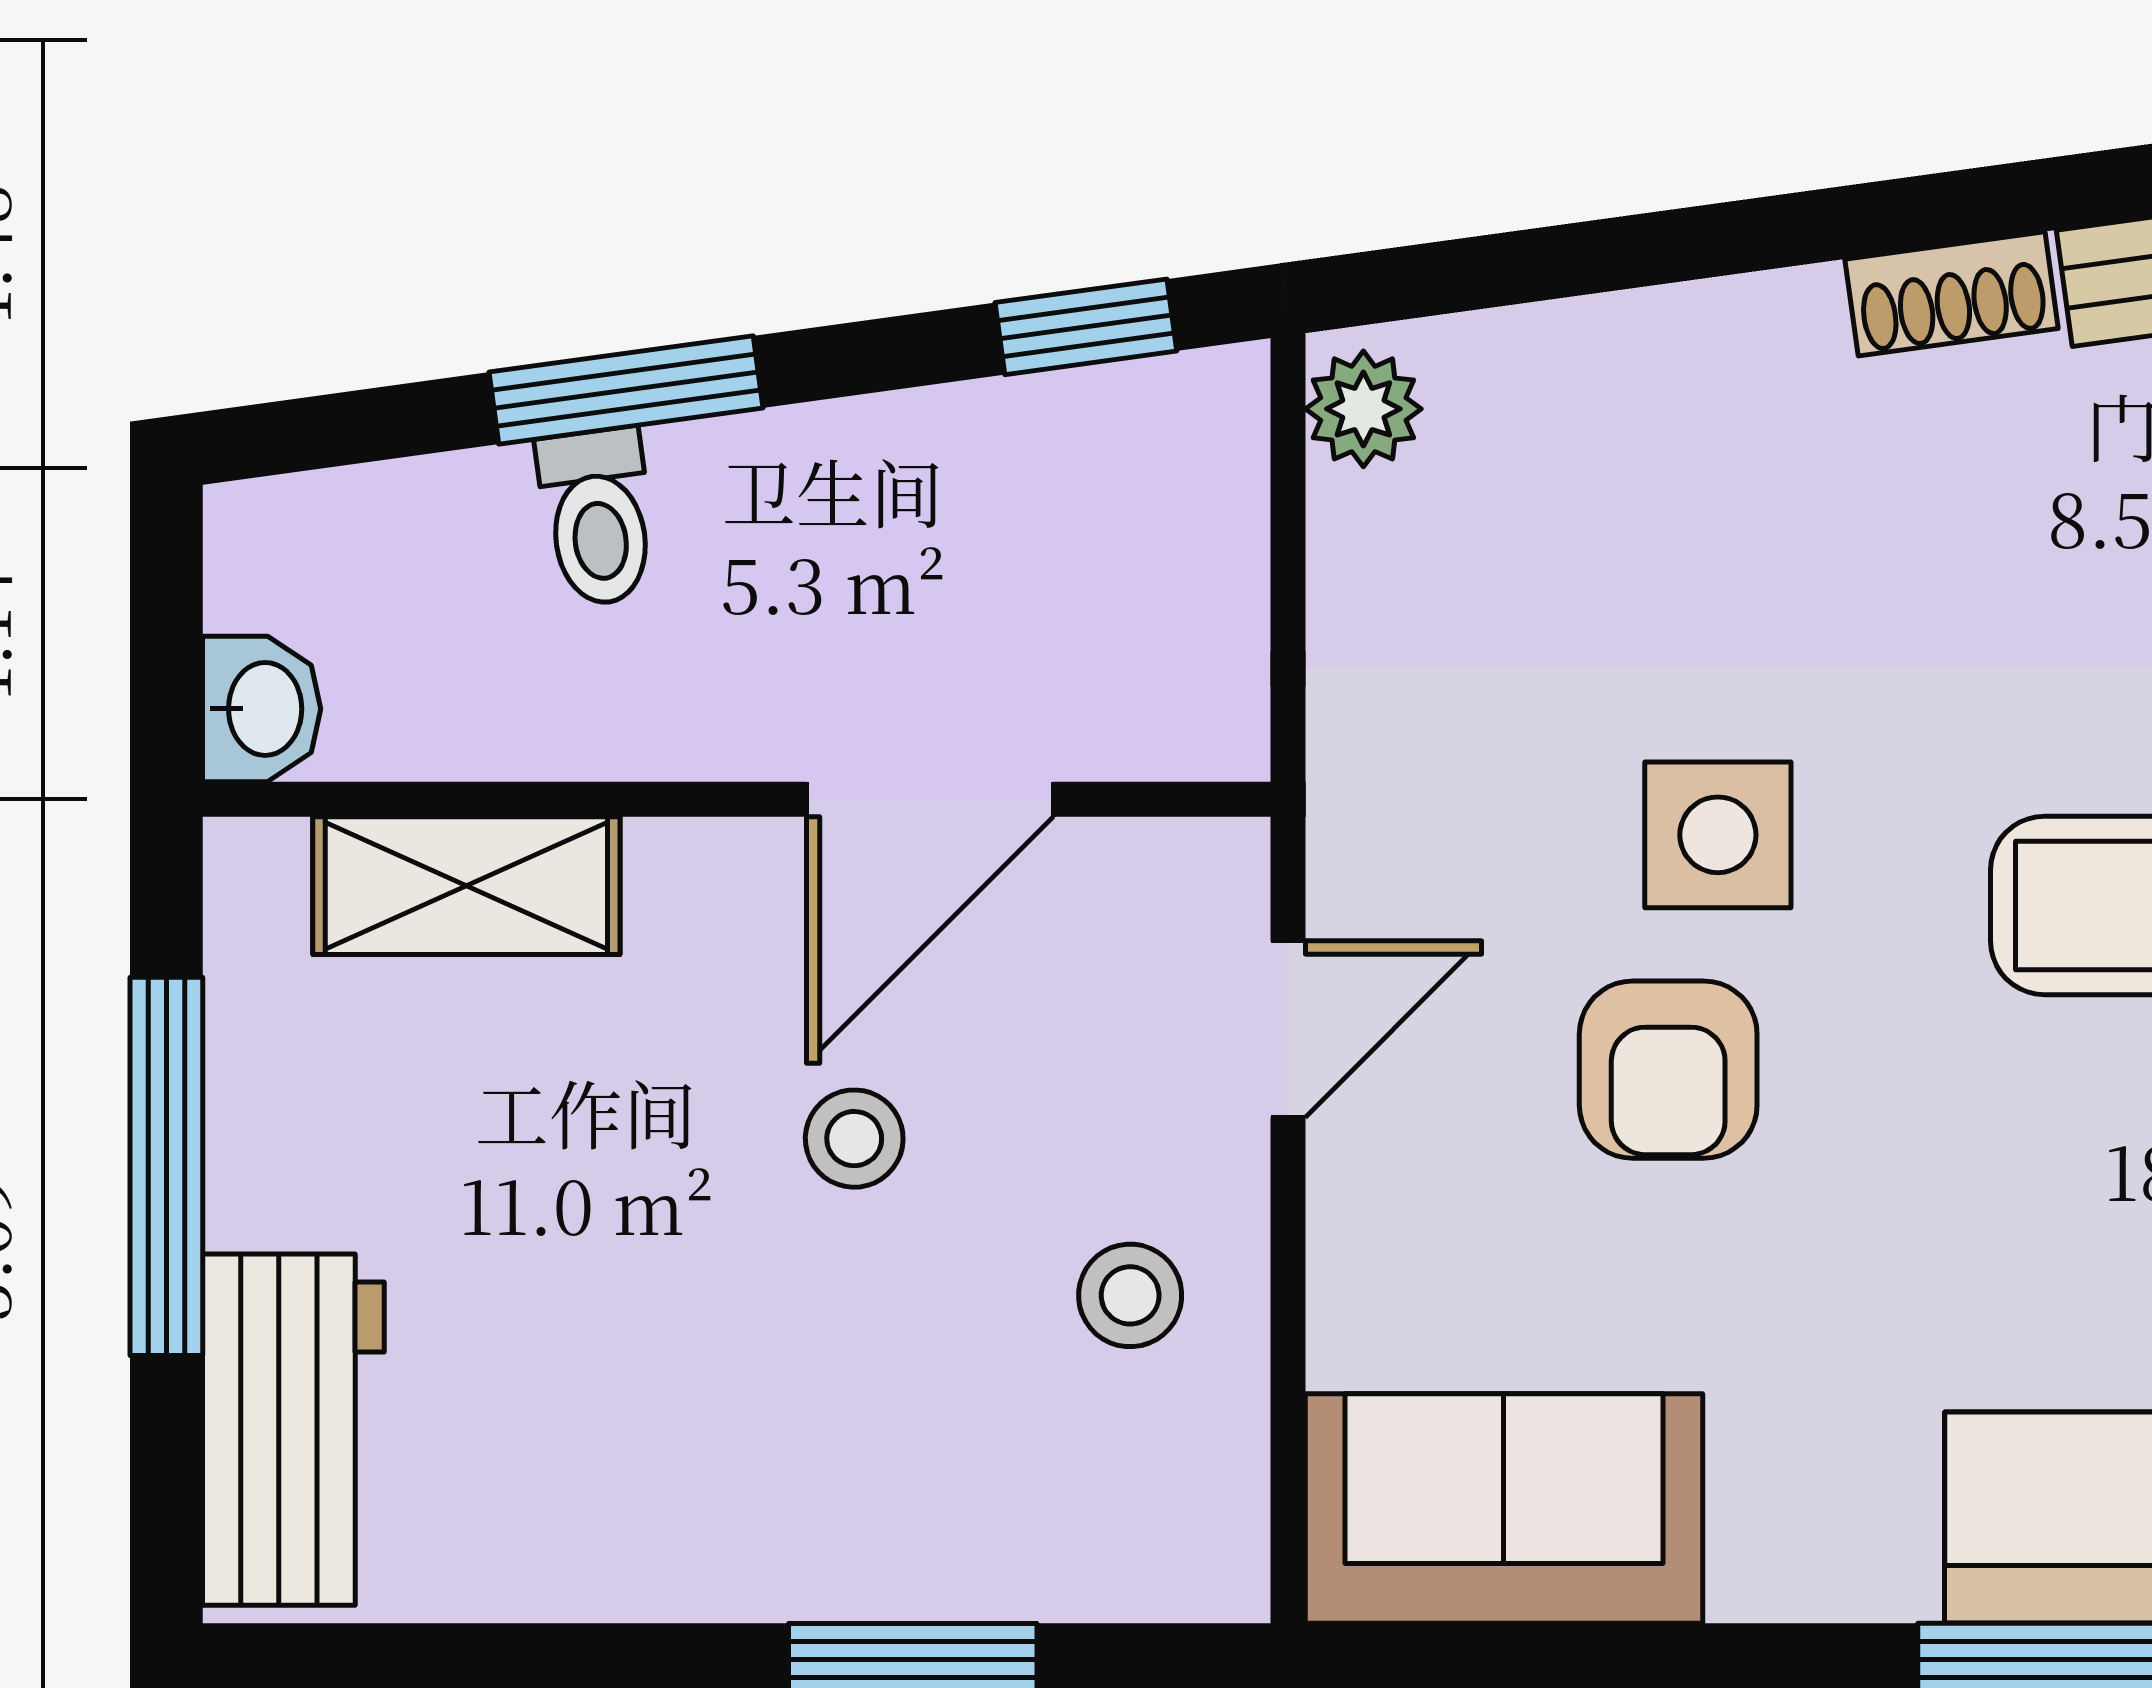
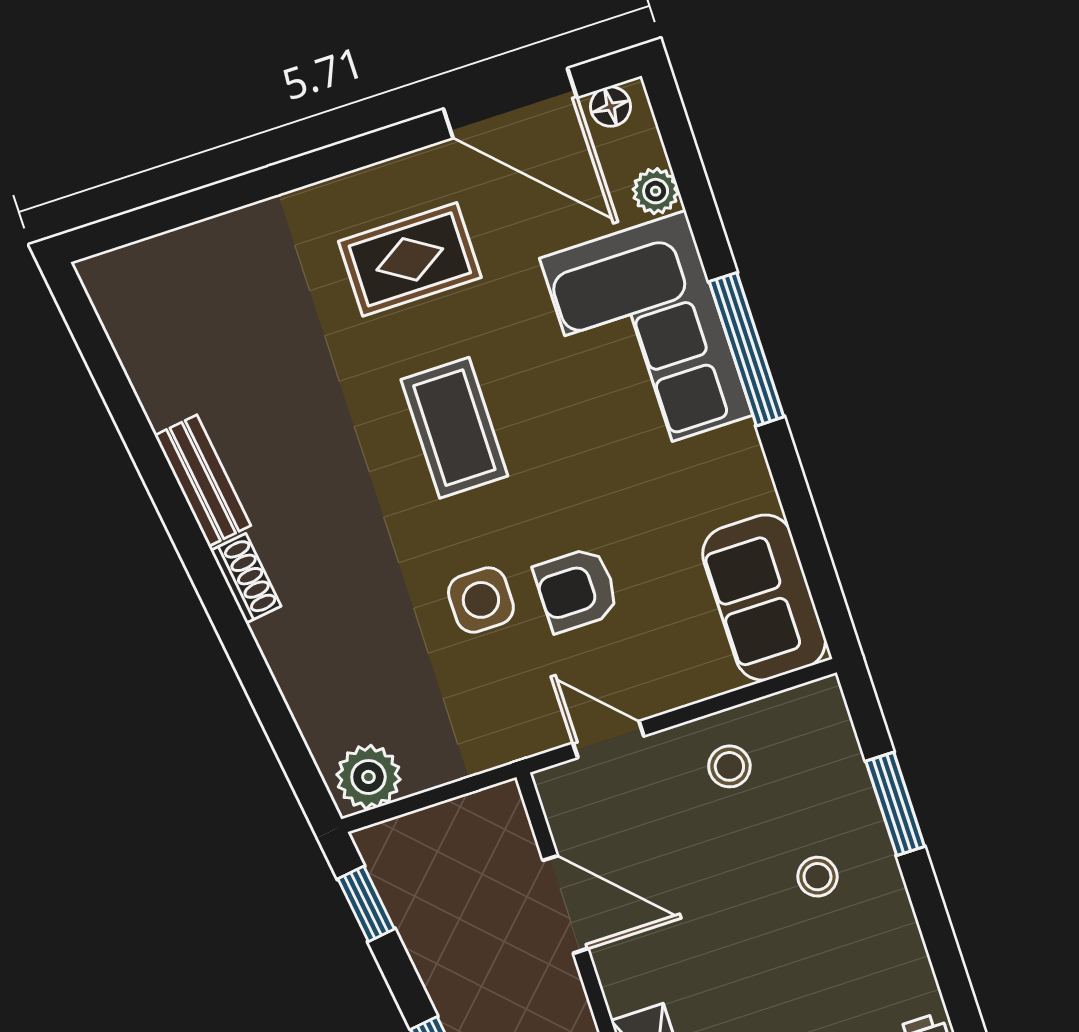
plant: (1363, 409) -> (368, 777), width x1.38, depth x1.38
armchair: (1668, 1070) -> (577, 590), turned 180
stool: (854, 1139) -> (817, 877), moved

